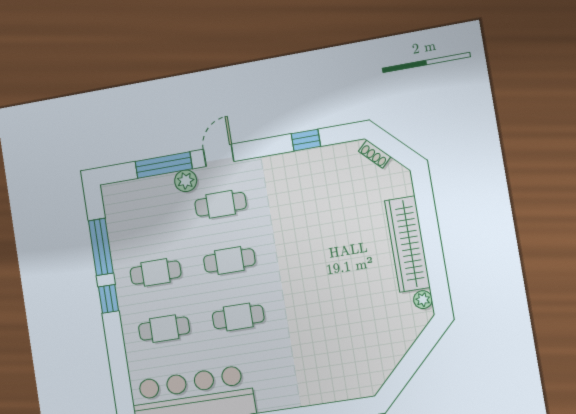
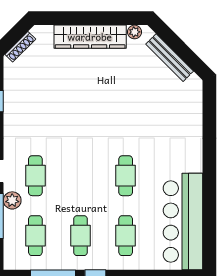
shoe rack: (375, 154) -> (20, 47), width x1.43
cafe table: (229, 260) -> (35, 236), moved
bench: (397, 350) -> (170, 58), added

